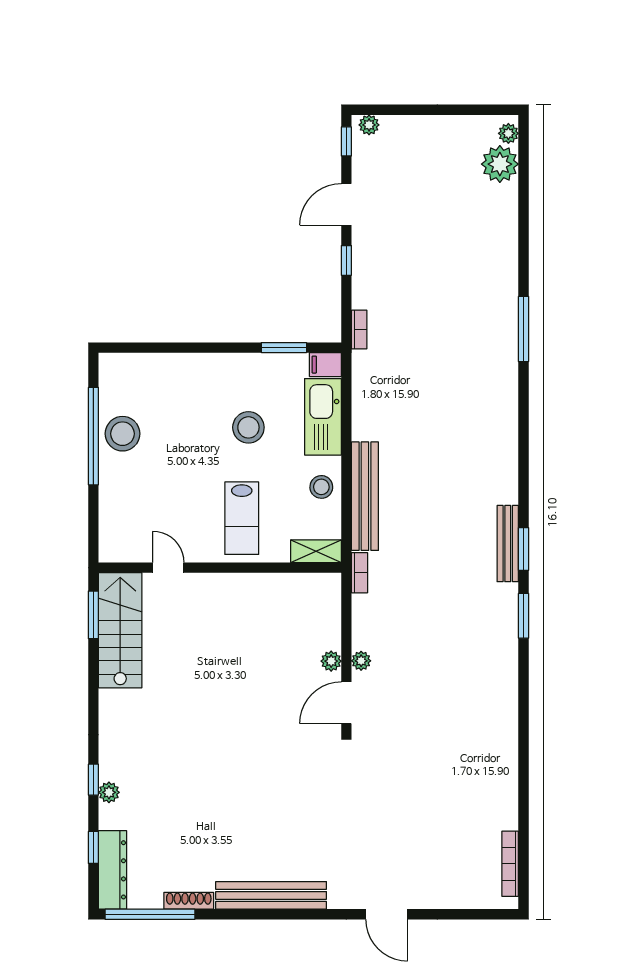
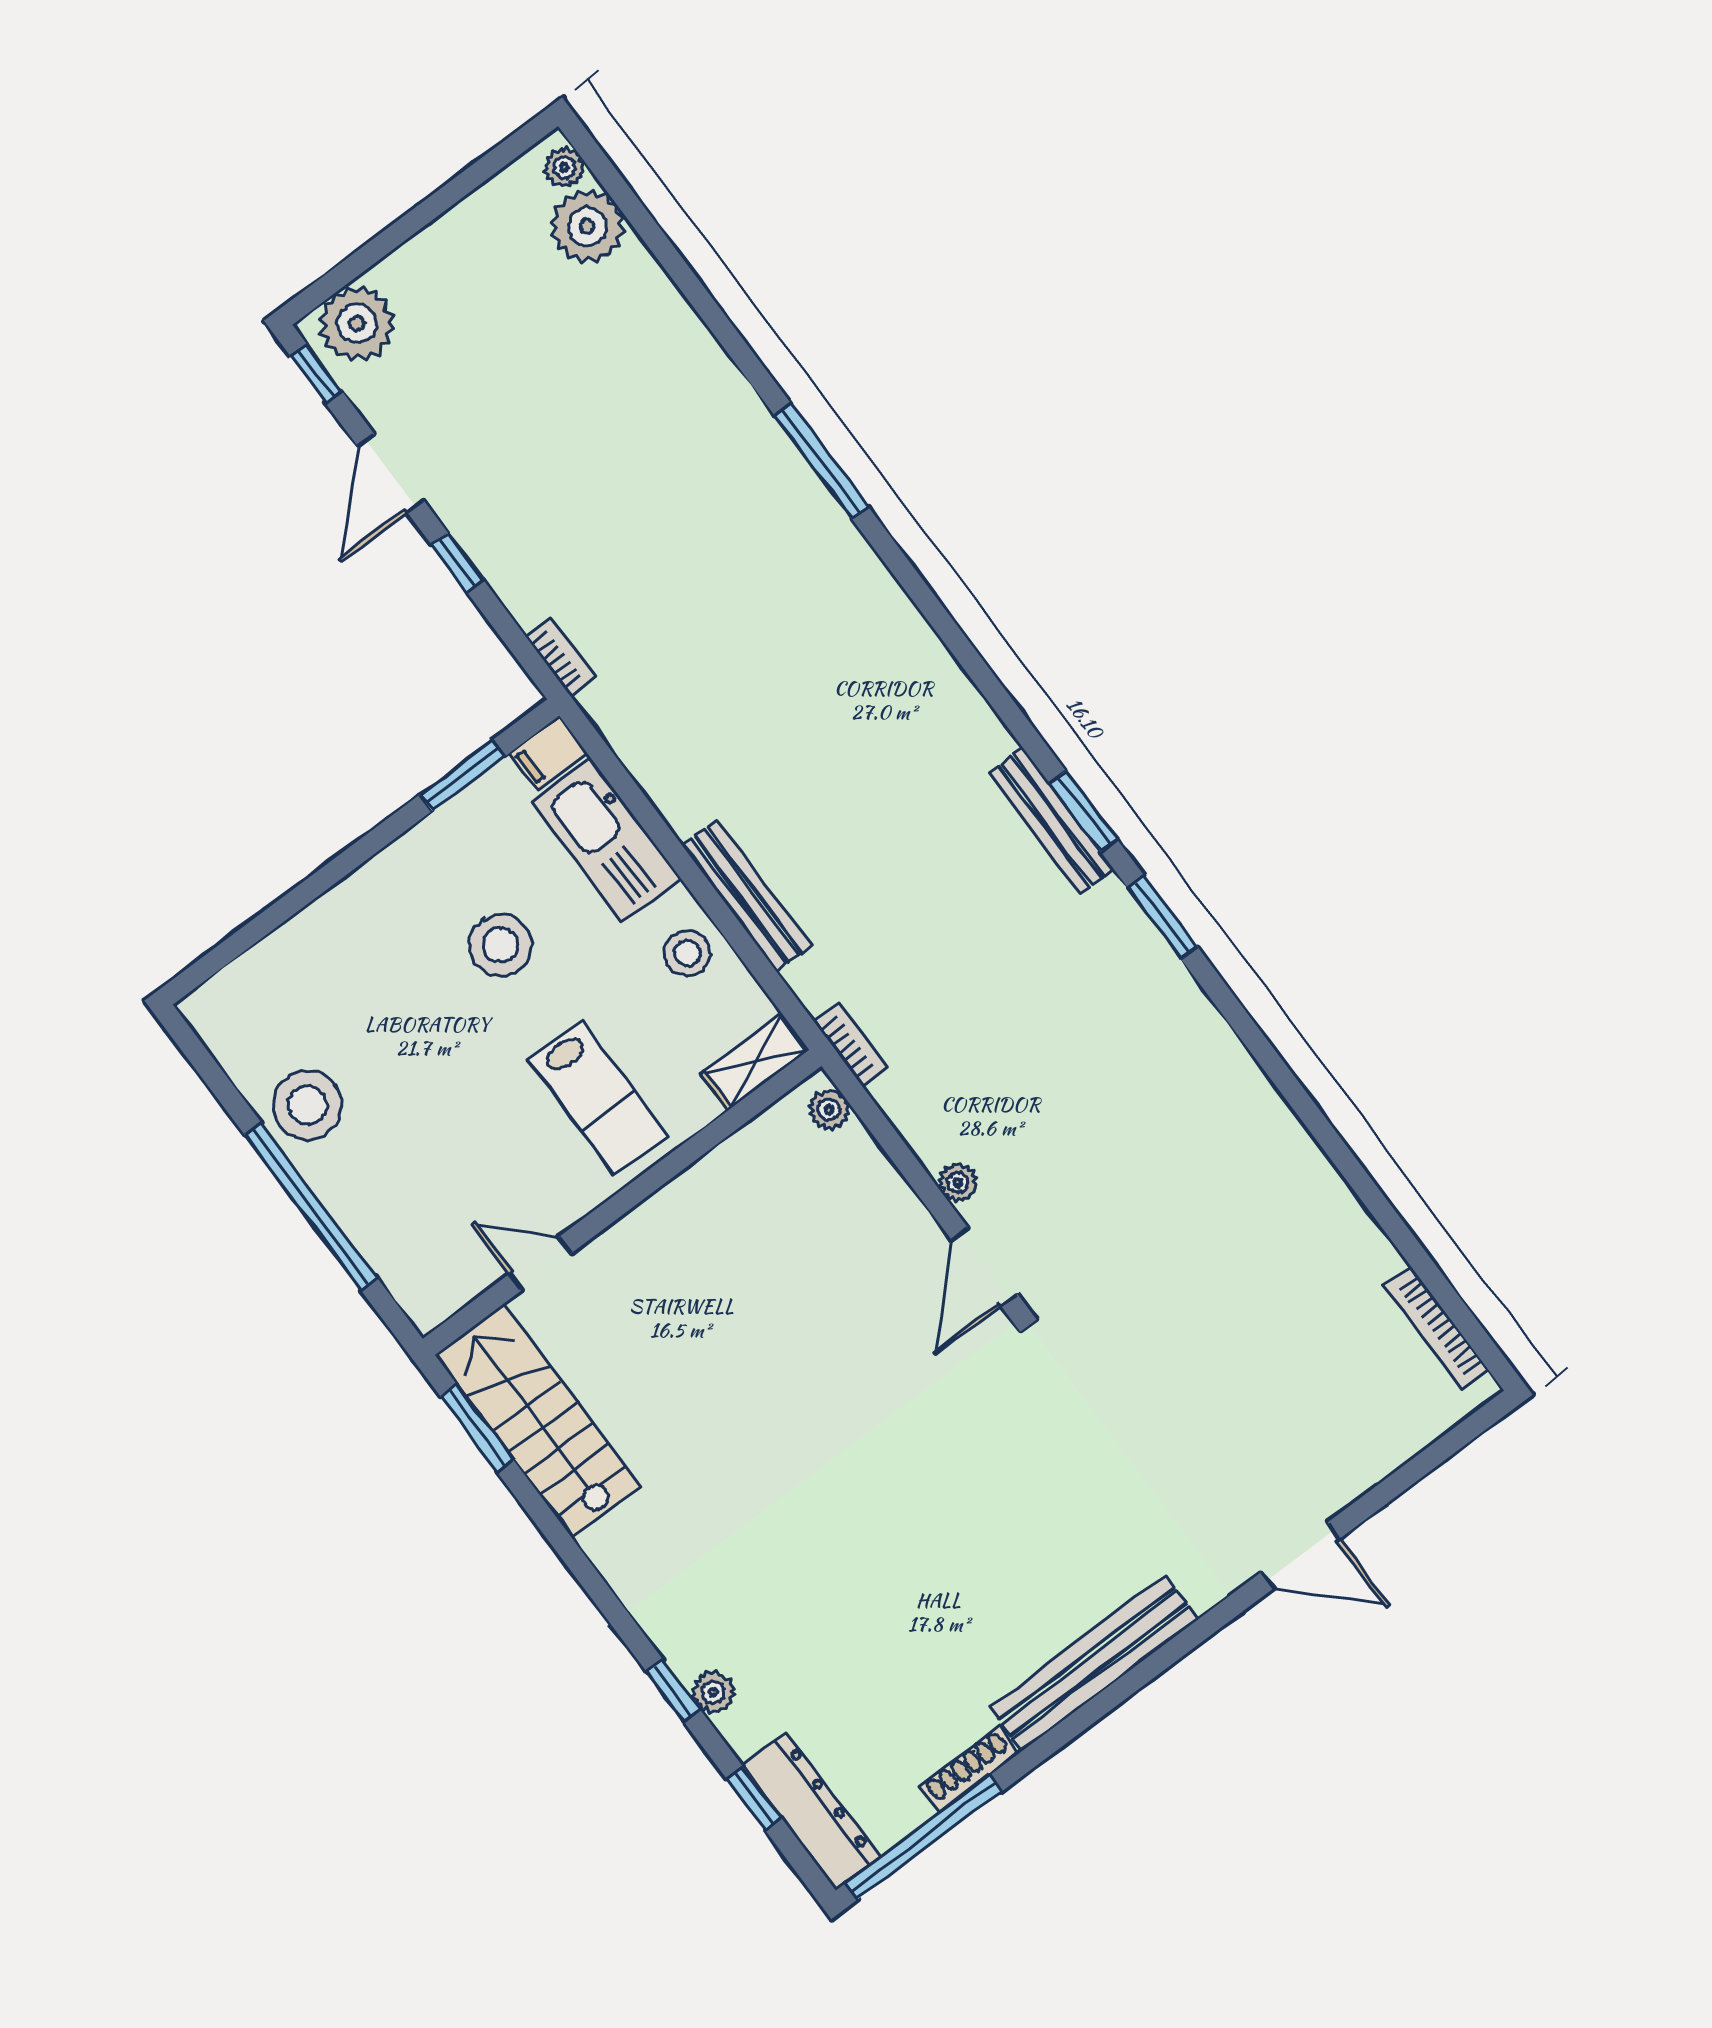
plant: (369, 125) -> (357, 323), width x1.87, depth x1.87
window: (93, 436) -> (311, 1206), moved
bench: (365, 496) -> (747, 896), width x0.73, depth x0.82
plant: (331, 661) -> (829, 1110), moved

